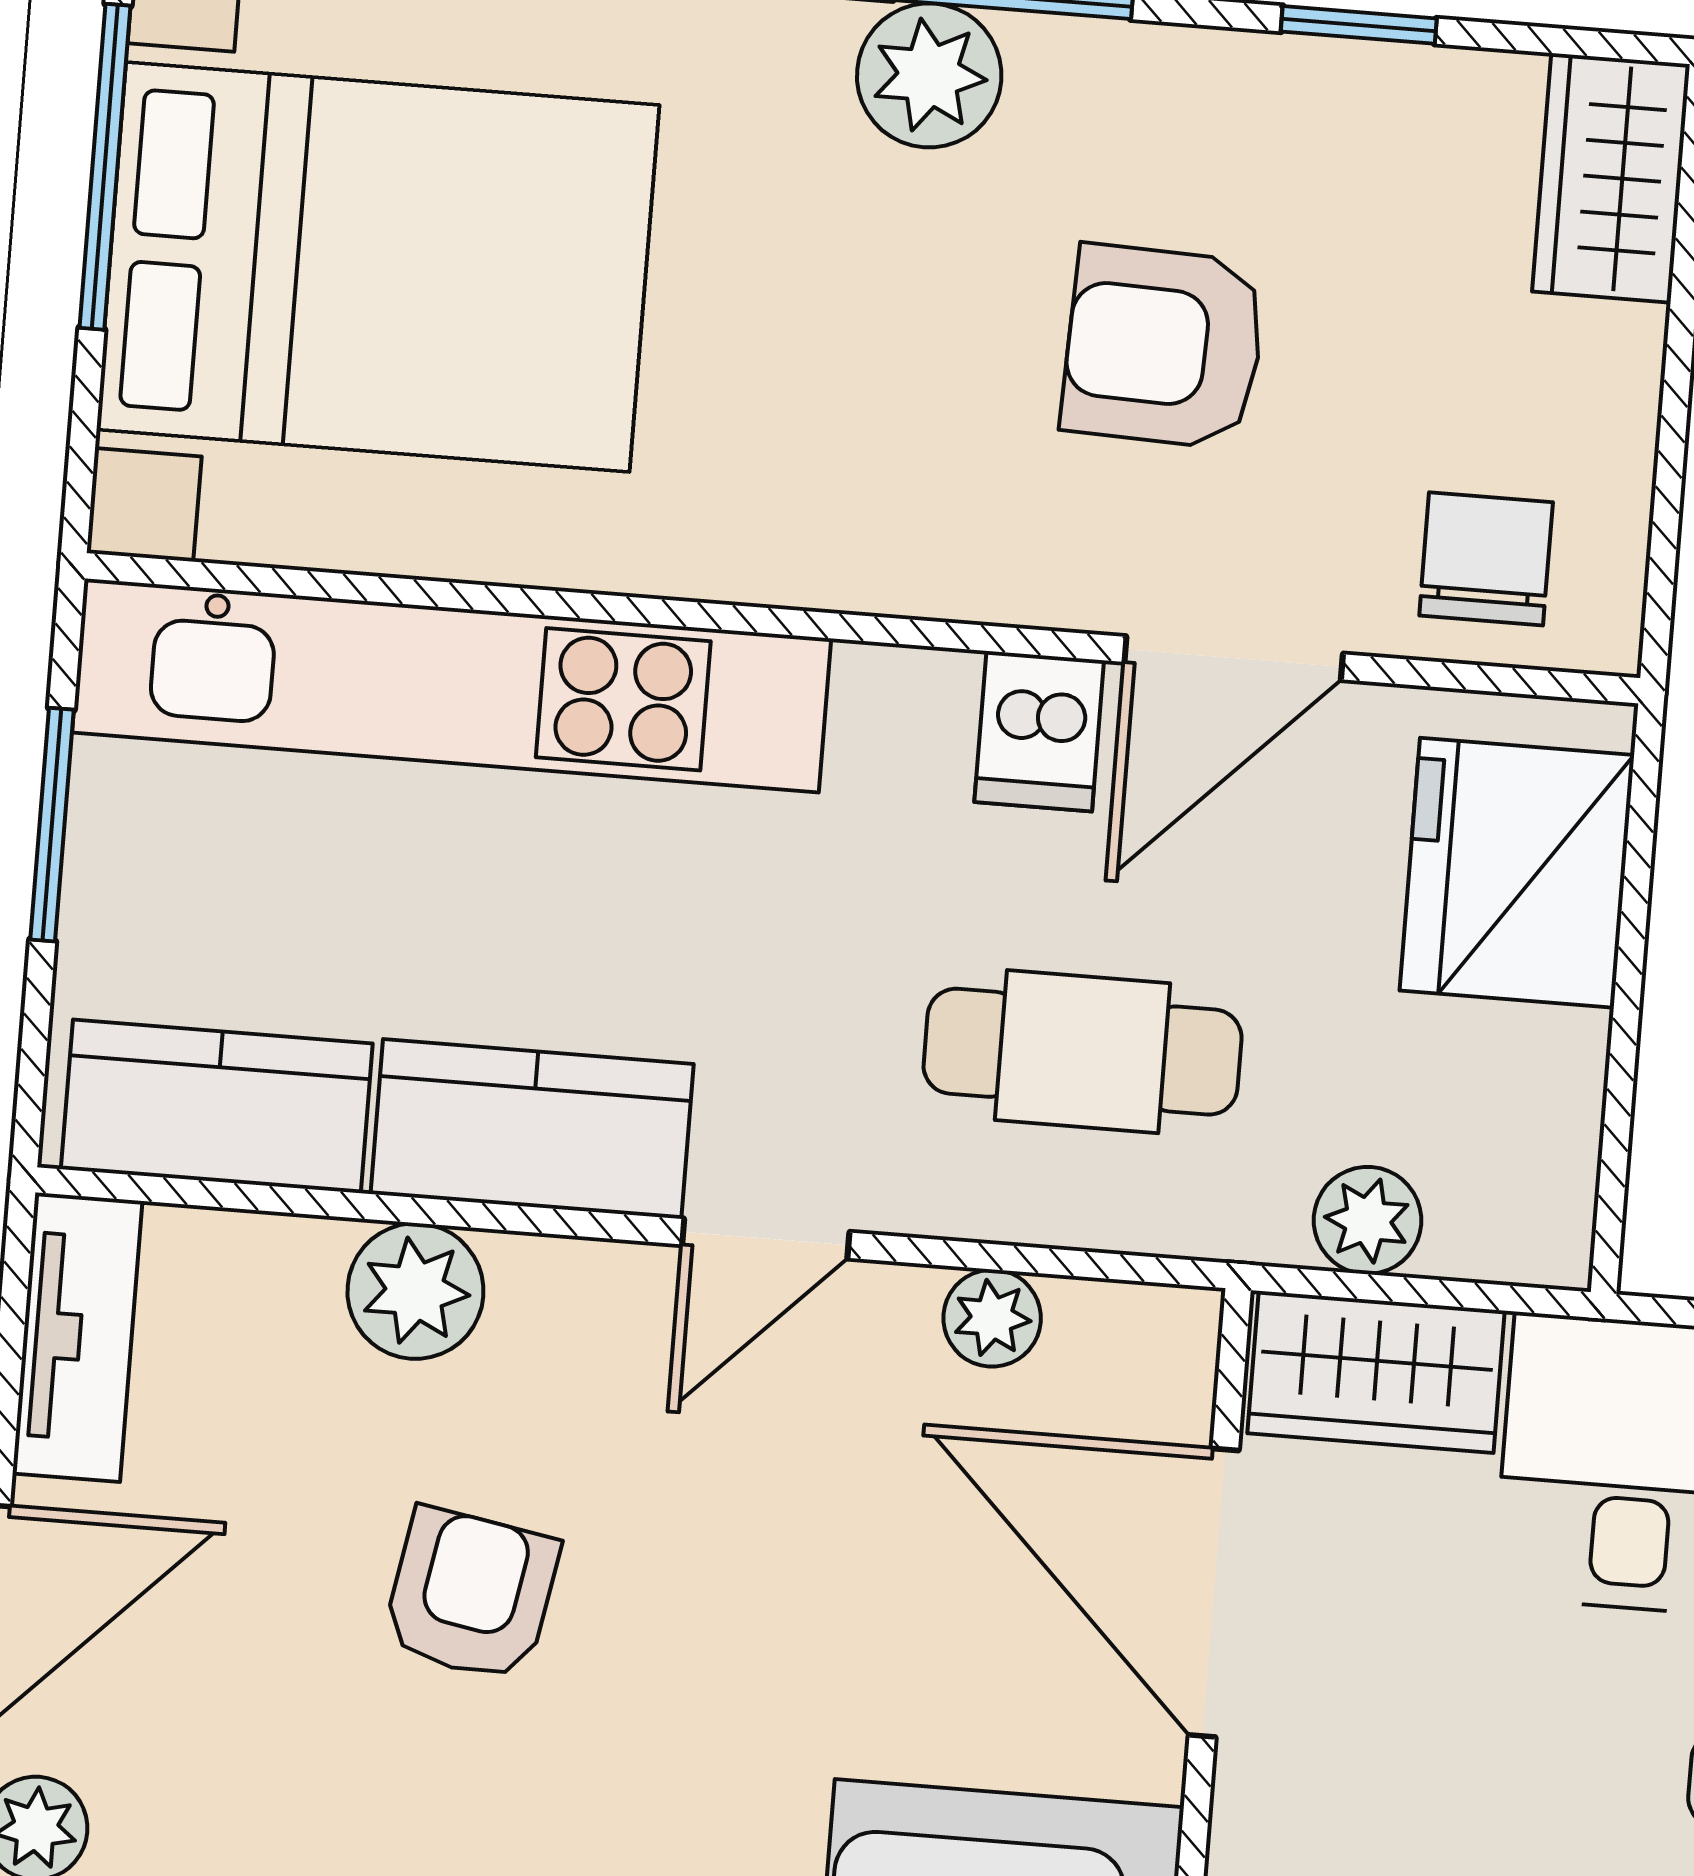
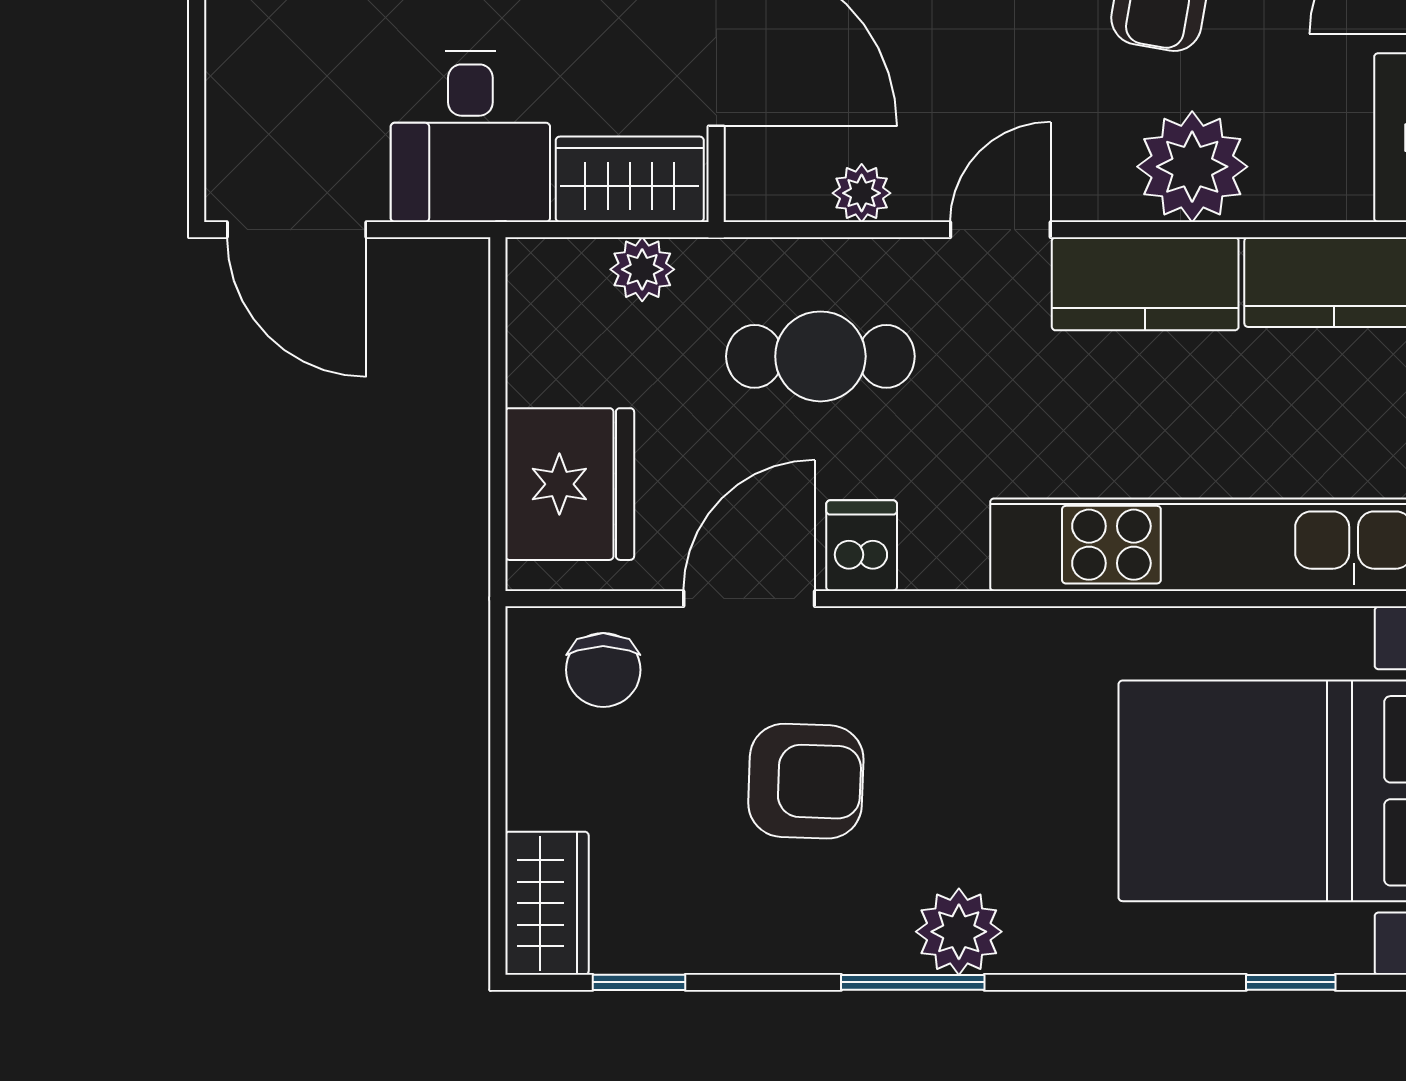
window: (1359, 25) -> (639, 982), moved
plant: (415, 1291) -> (1192, 167), width x1.36, depth x1.36

